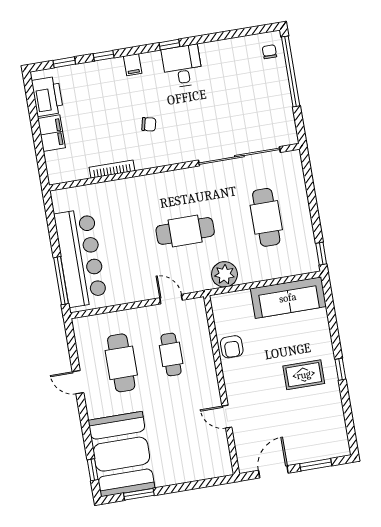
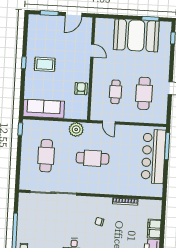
booth: (121, 454) -> (136, 35), moved, turned 90

